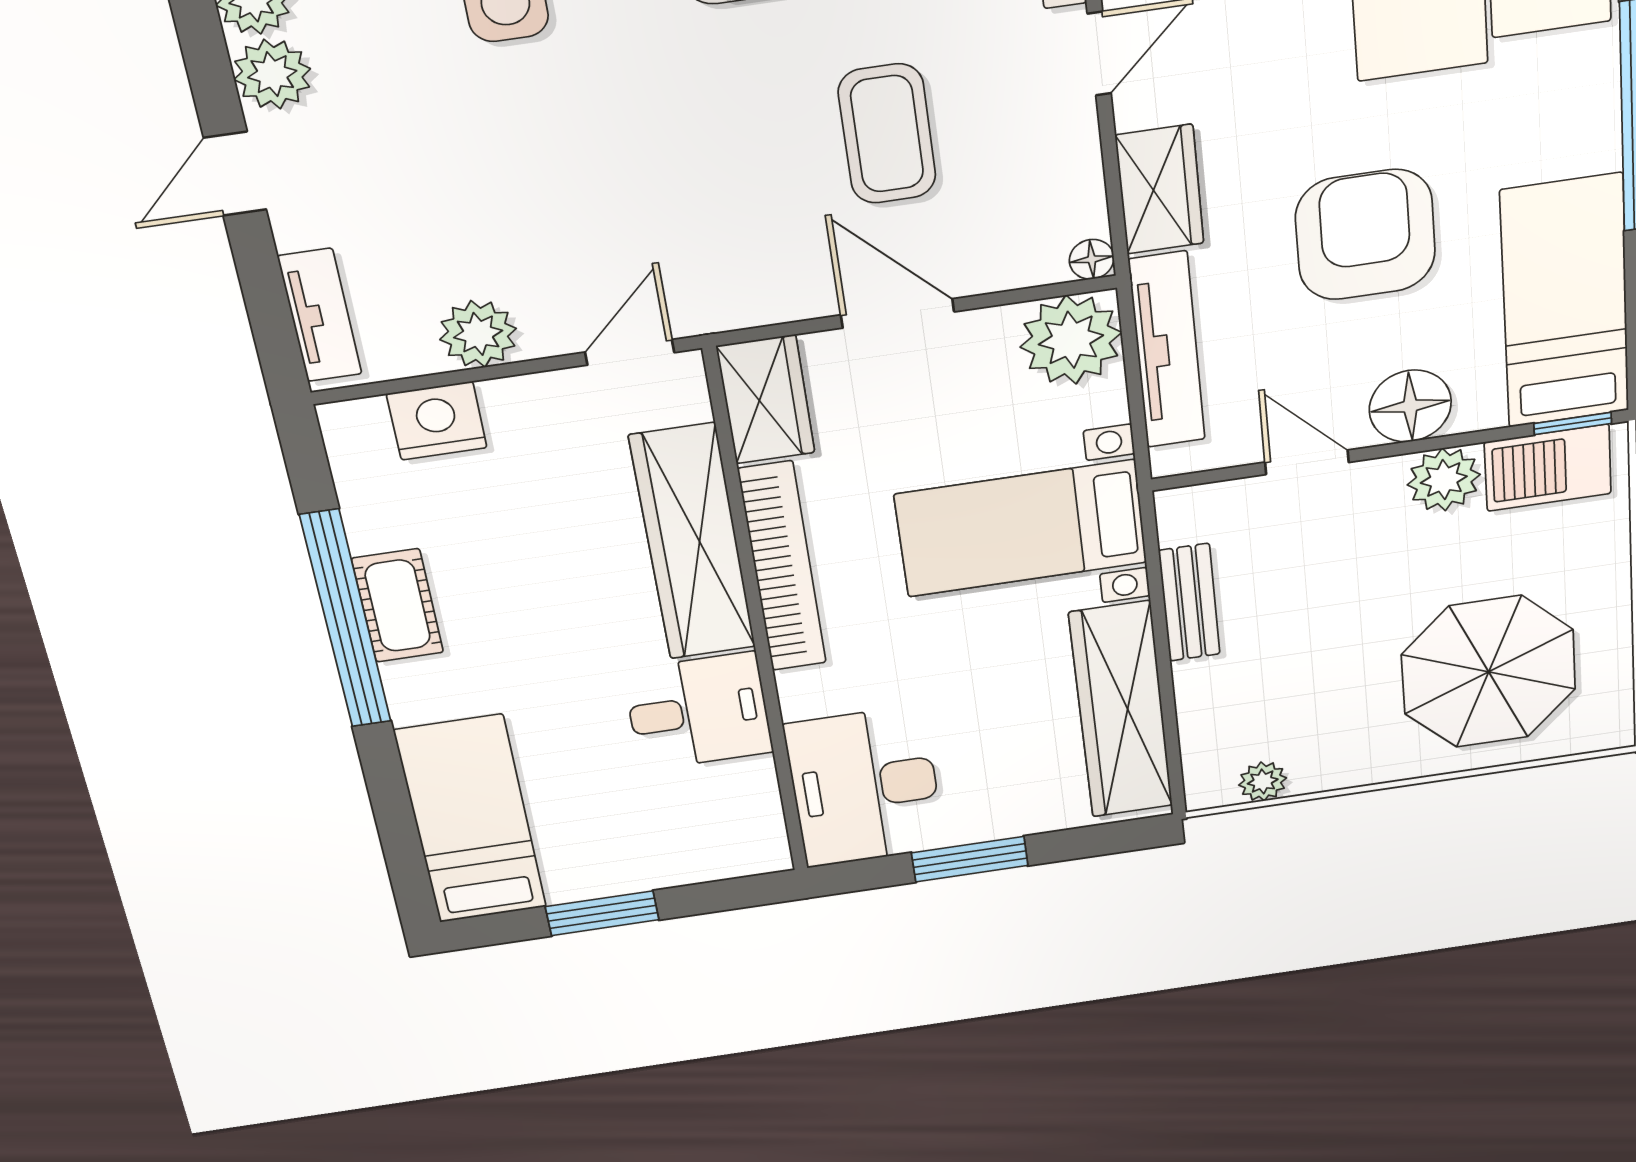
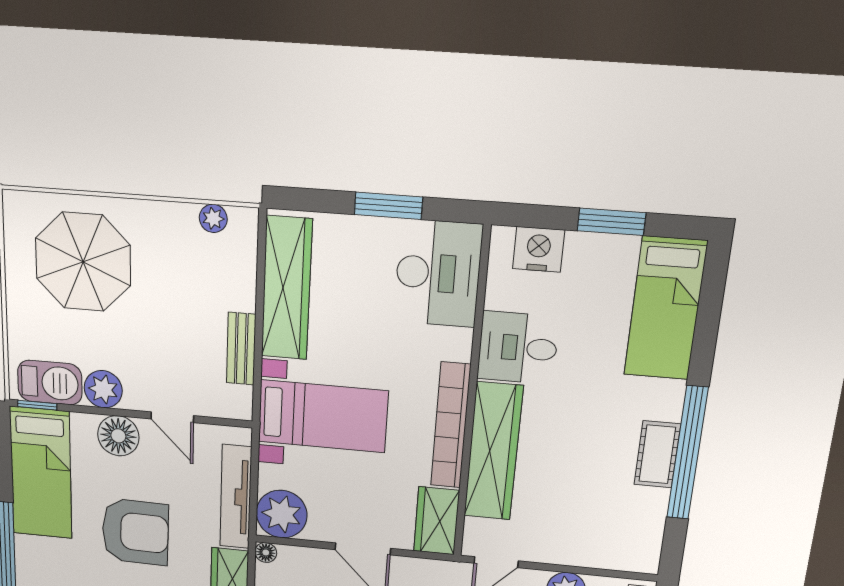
armchair: (1365, 235) -> (135, 532), turned -89
nightstand: (437, 421) -> (539, 249), moved, turned 180

